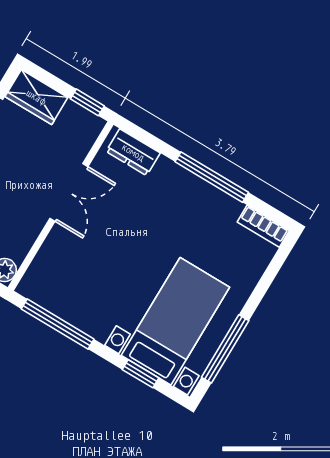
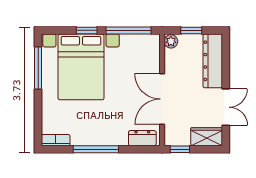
double door: (69, 192) -> (162, 99), width x1.37
bed with nightstands: (175, 321) -> (81, 67), width x1.36
window: (140, 374) -> (87, 30), moved

